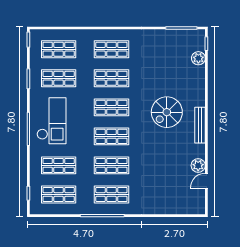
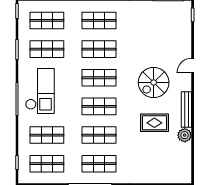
plant: (198, 58) -> (185, 29), removed
bench: (200, 125) -> (186, 109), moved
rug: (168, 153) -> (154, 123), added
door: (206, 181) -> (193, 66), moved

